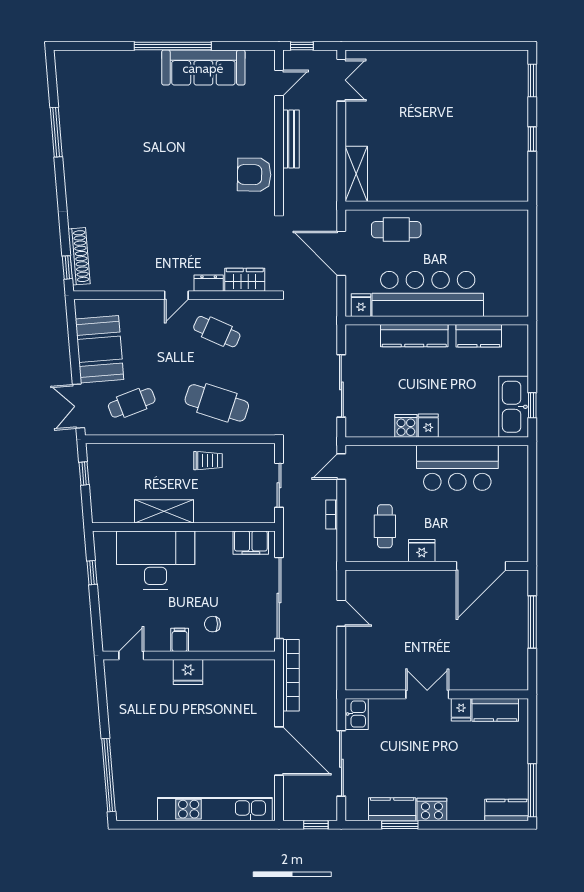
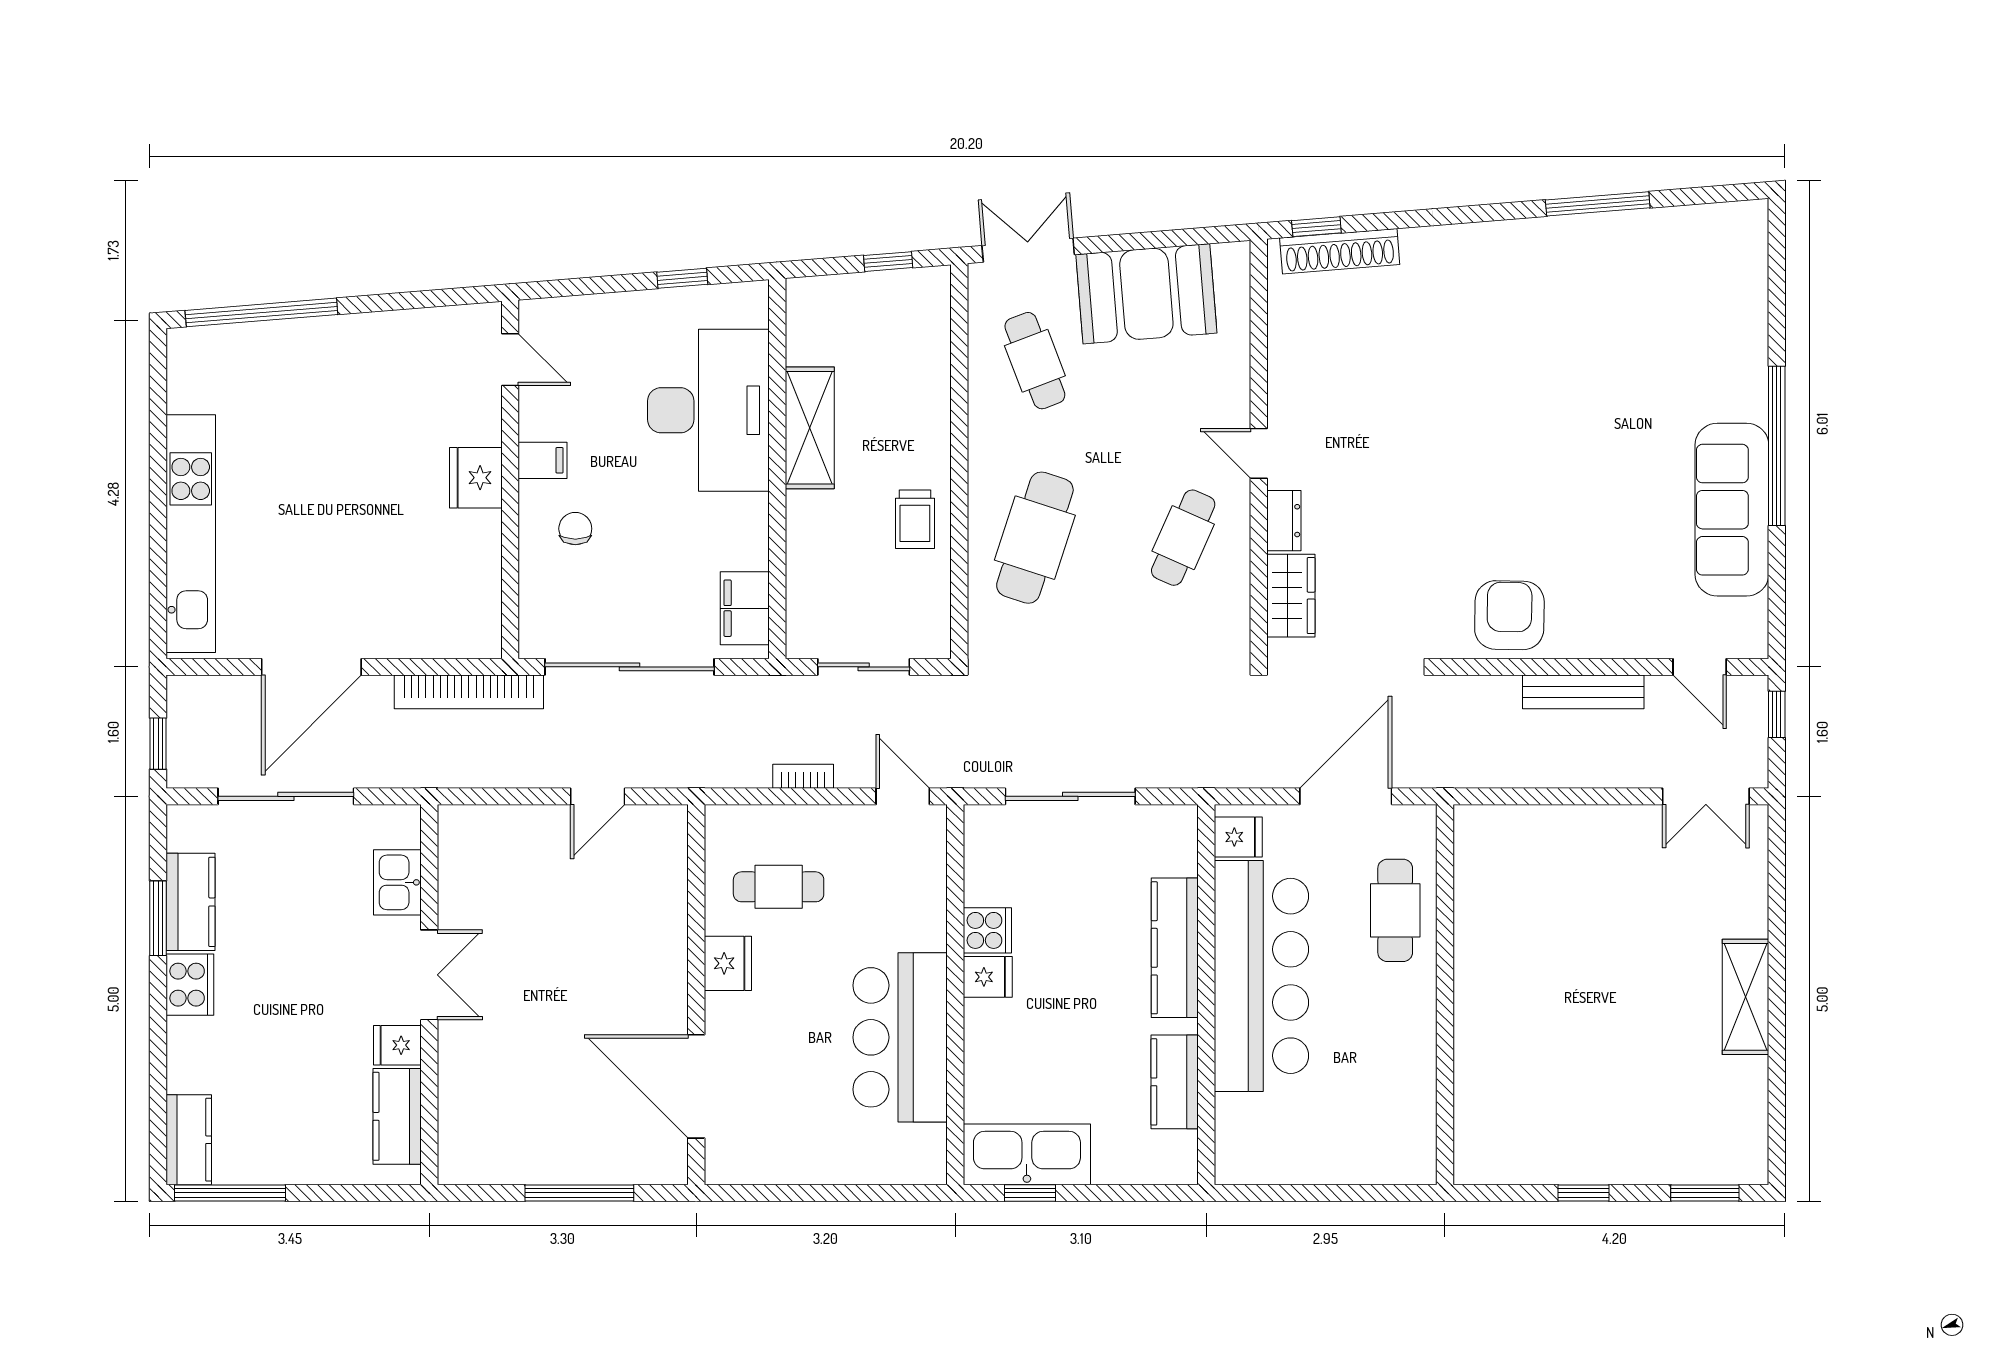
shelving: (356, 174) -> (1746, 997), moved, turned 90
kitchen sink: (357, 714) -> (397, 882), moved, turned 90

